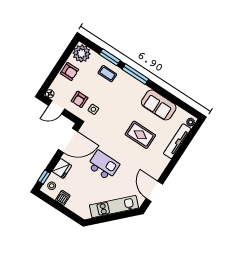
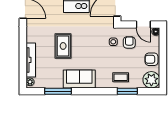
window: (135, 74) -> (58, 91), moved
sofa: (159, 105) -> (79, 79), moved
door: (57, 107) -> (143, 24), swing flipped
rug: (140, 135) -> (63, 46), turned 90

